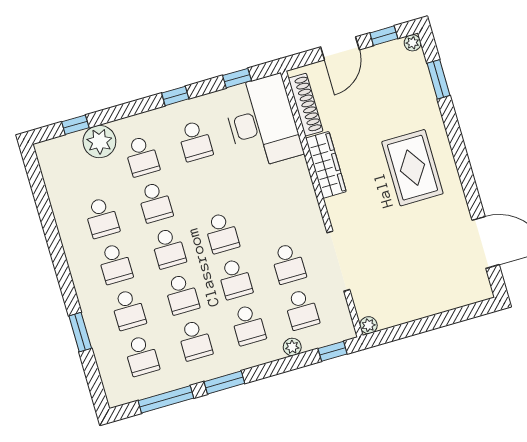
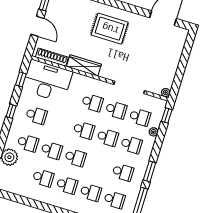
school desk: (182, 294) -> (92, 102), moved

